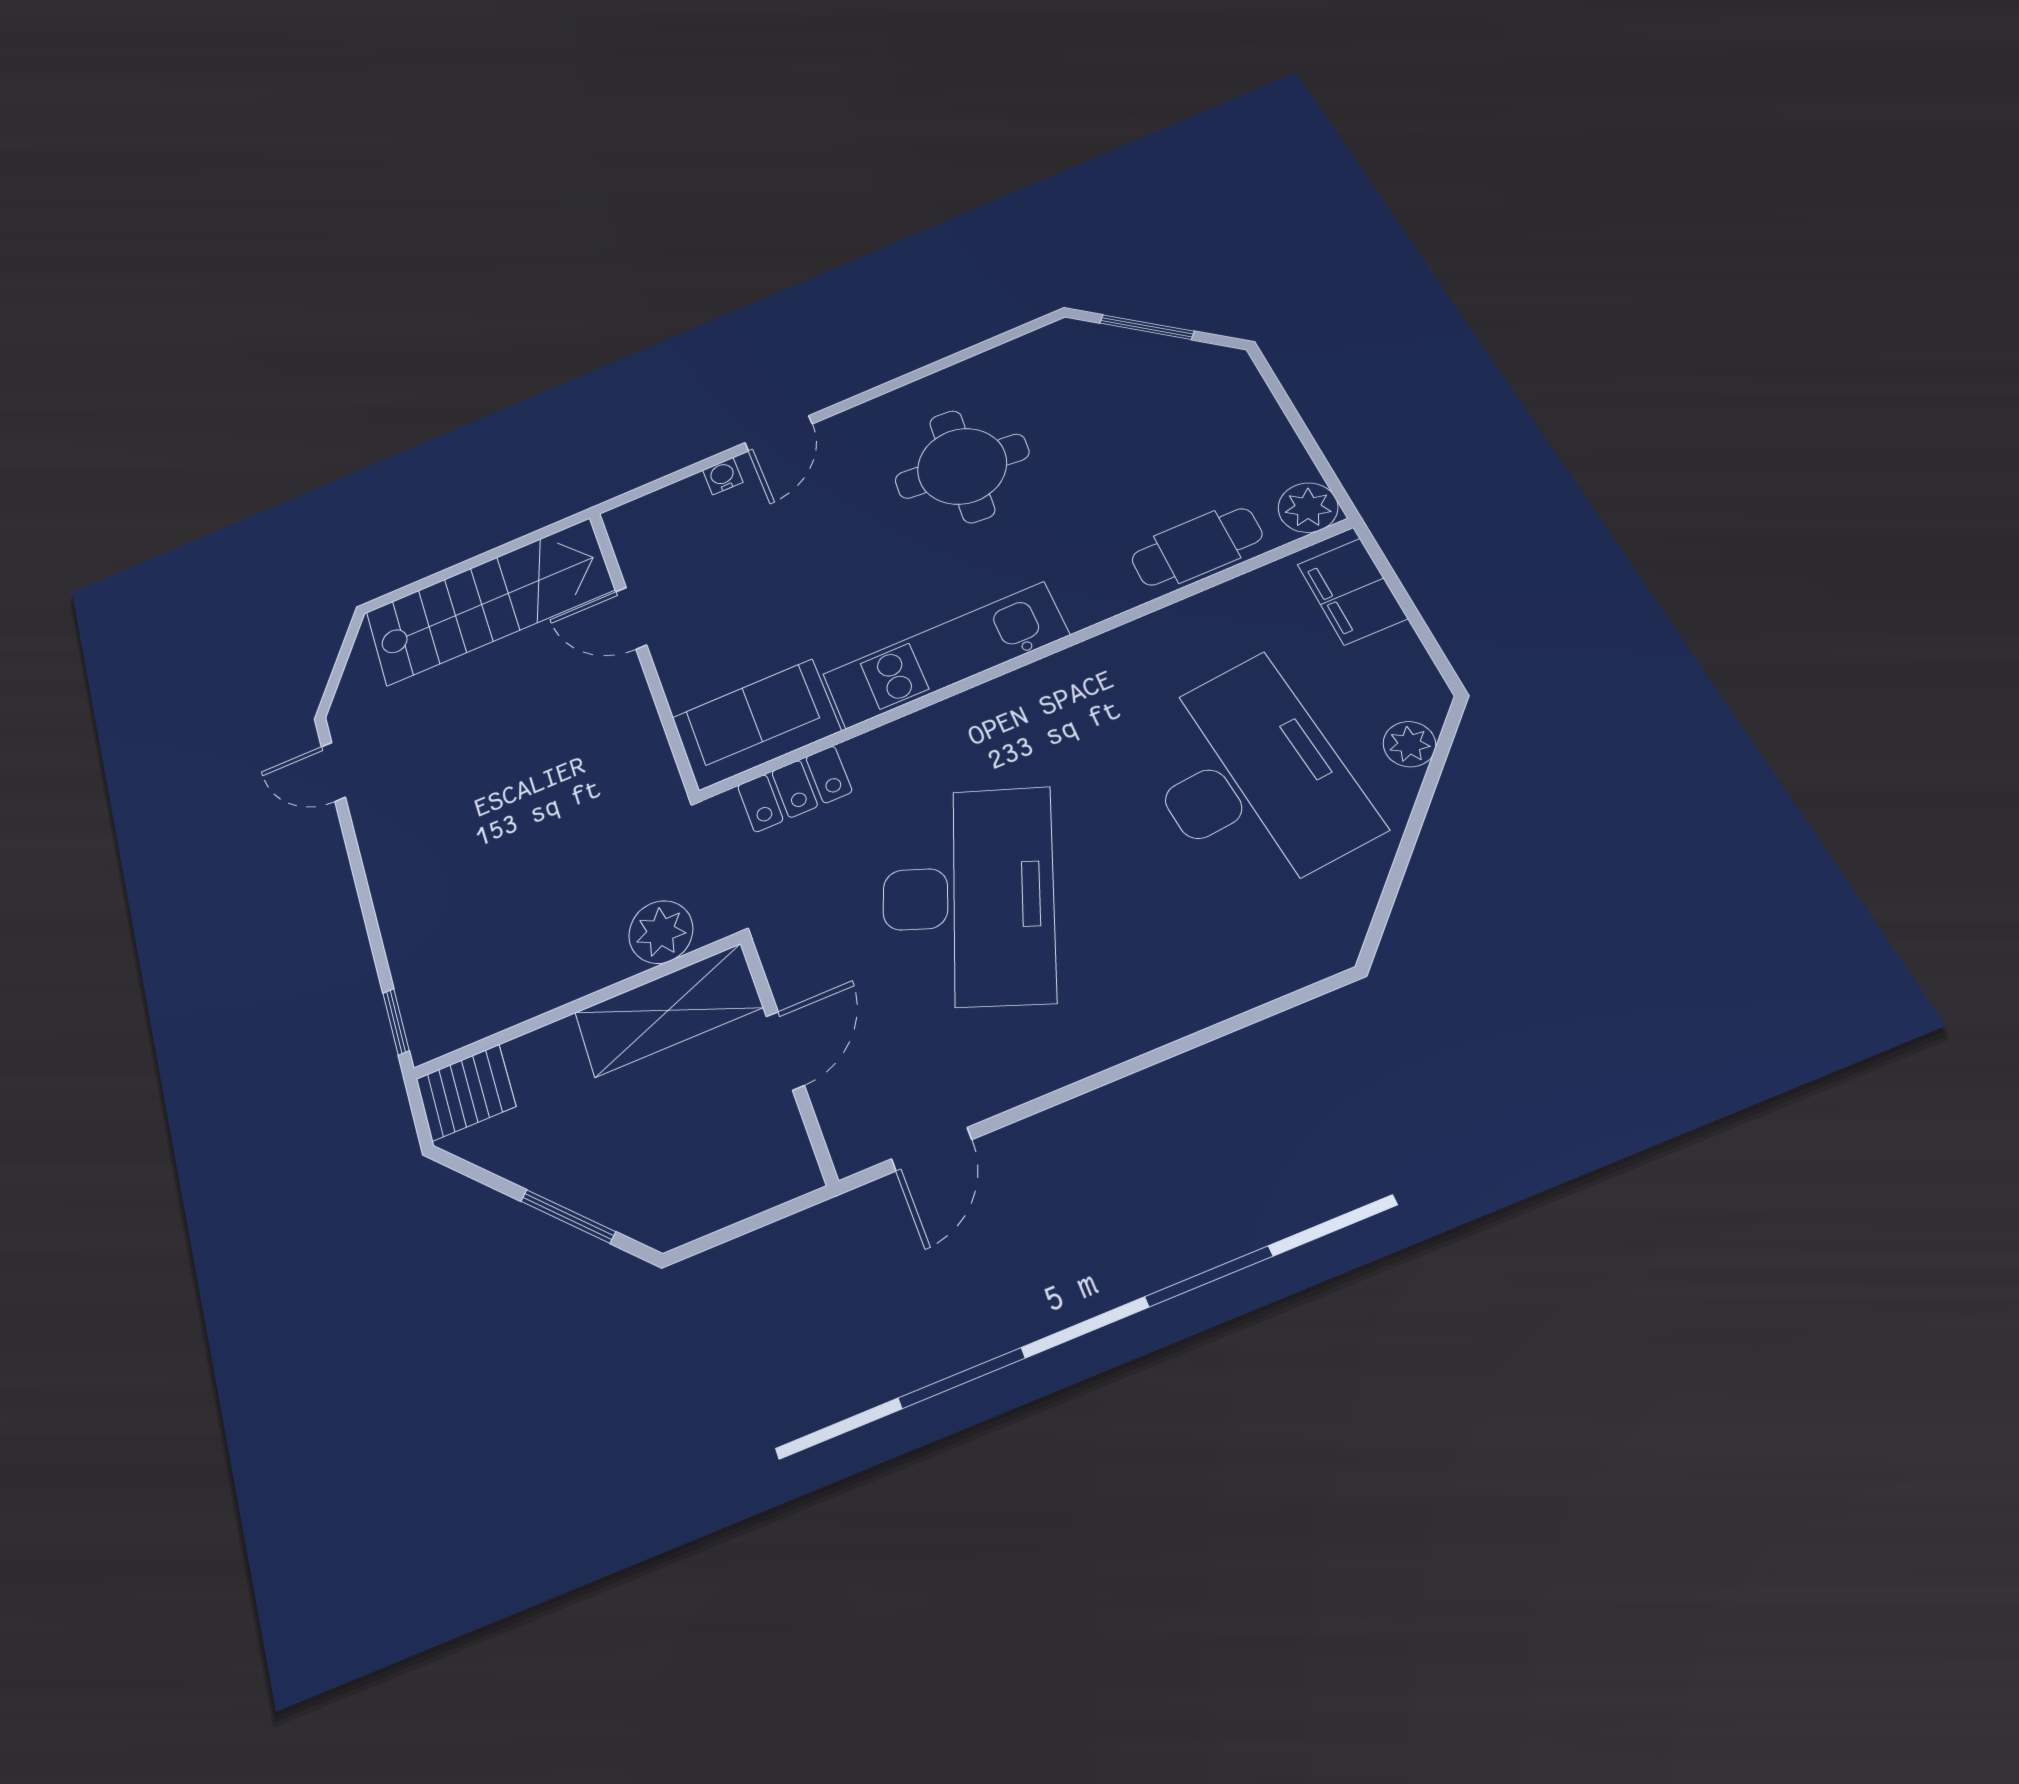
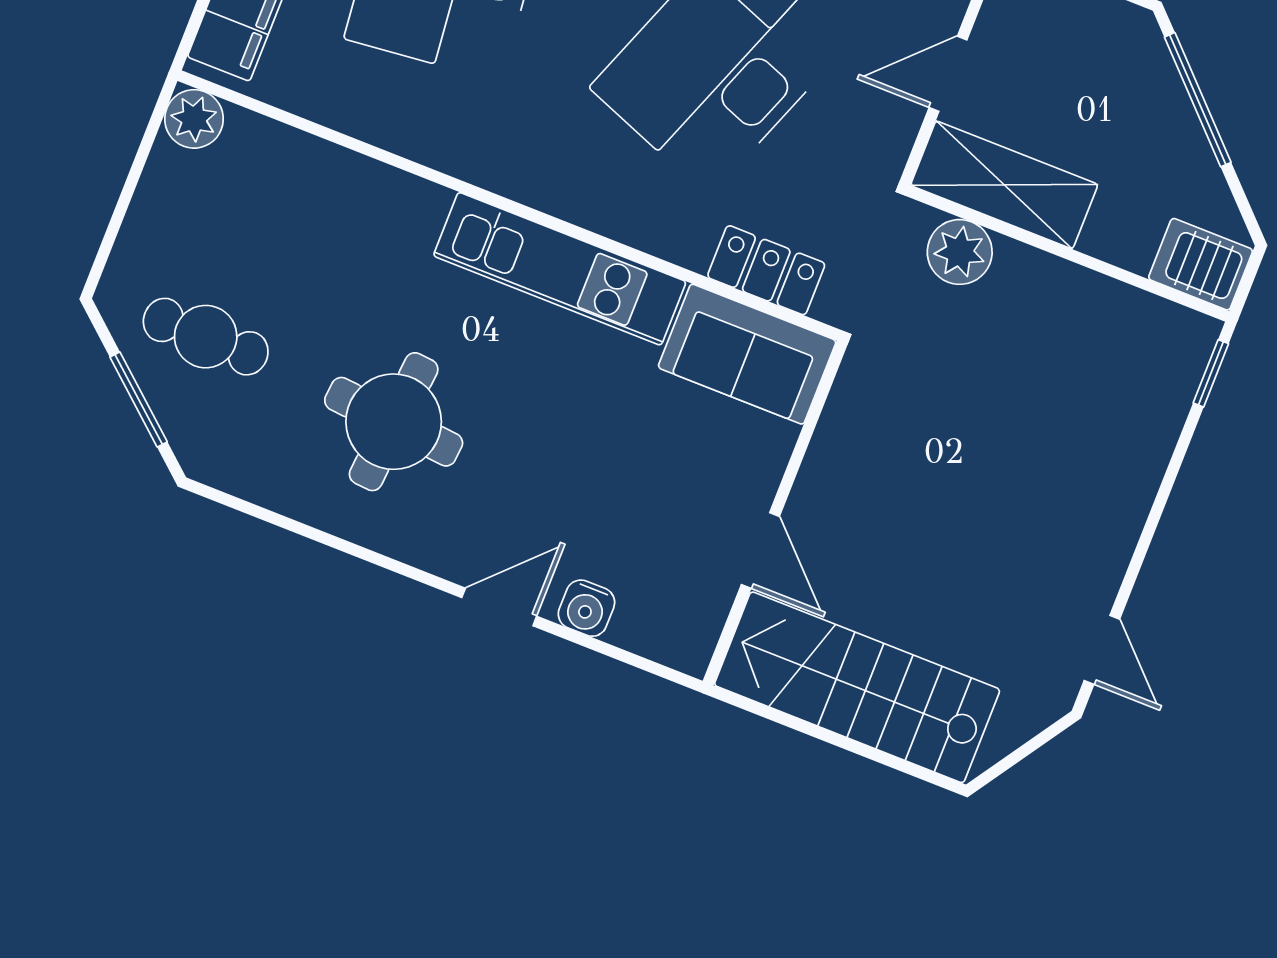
water cooler: (723, 476) -> (586, 608), width x1.38, depth x1.38
cafe table: (1197, 547) -> (206, 337), moved
window: (568, 1216) -> (1198, 100), width x1.44

